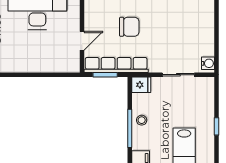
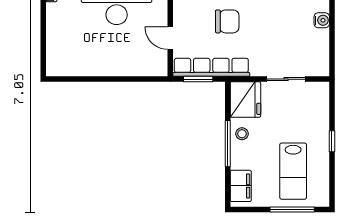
door: (82, 41) -> (170, 38), swing flipped
water cooler: (208, 63) -> (322, 20), moved
fridge: (141, 85) -> (245, 100), width x1.88, depth x1.34

